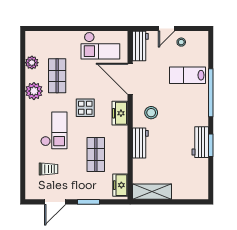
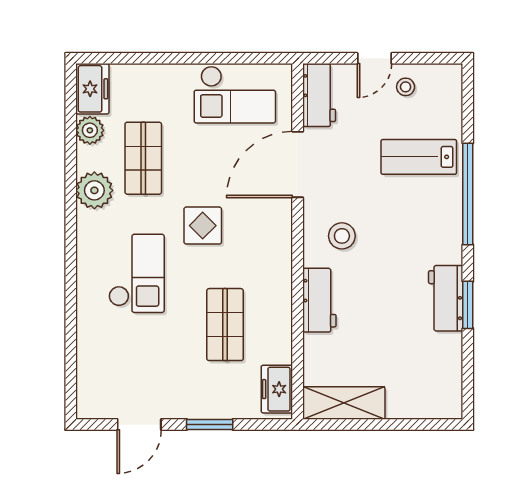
door: (130, 79) -> (298, 165), hinge flipped
freezer: (120, 113) -> (92, 89), moved, turned 180
trolley: (48, 169) -> (125, 355), removed

